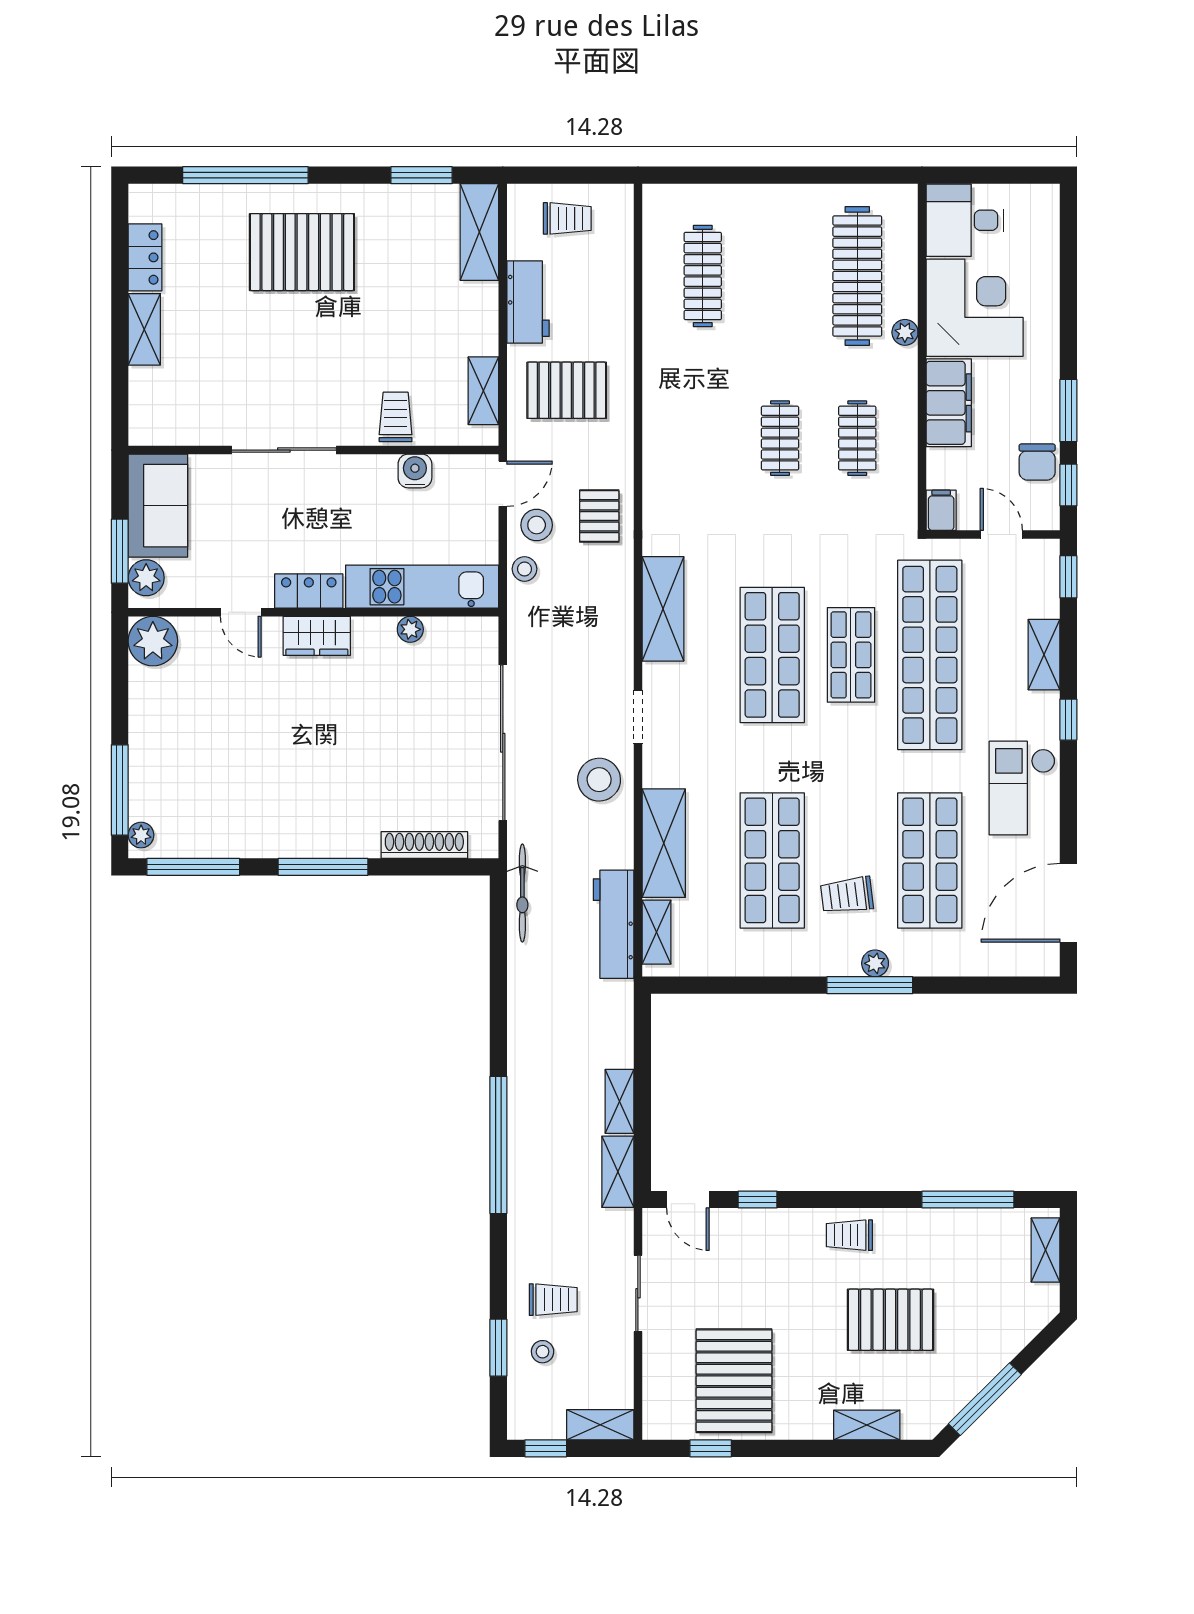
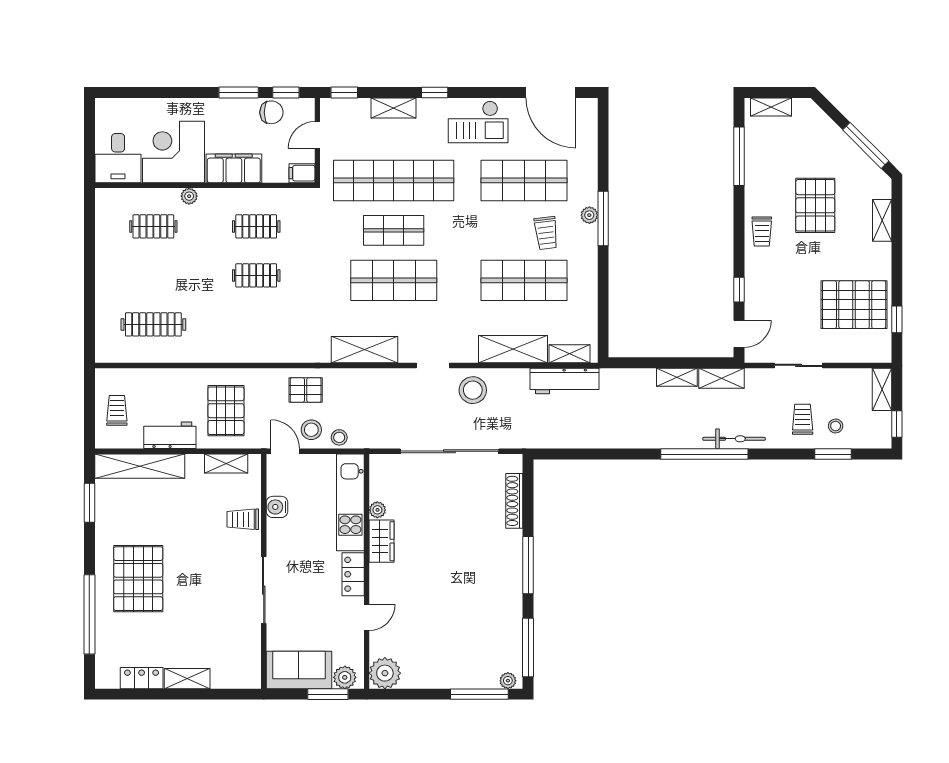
shelving: (479, 232) -> (140, 466), width x1.47
clothes rail: (857, 276) -> (153, 226), width x0.54, depth x0.76
wardrobe: (317, 636) -> (382, 541), moved
bicycle: (522, 893) -> (734, 439), moved

